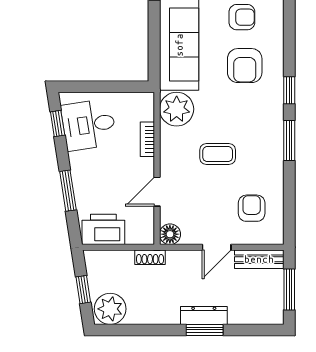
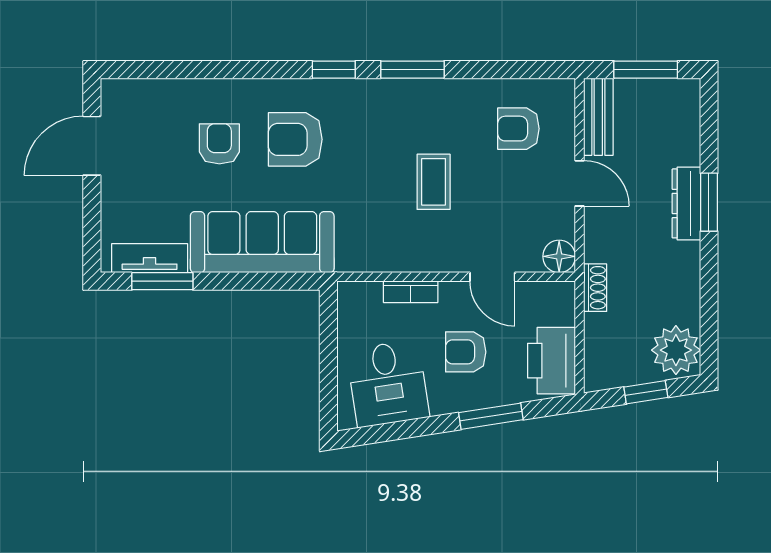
armchair: (245, 66) -> (295, 139), turned 180
plant: (177, 109) -> (363, 246), removed
window: (58, 124) -> (386, 432), removed
armchair: (109, 175) -> (466, 352), added

